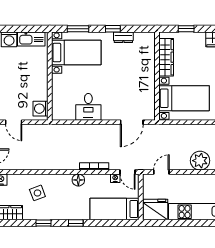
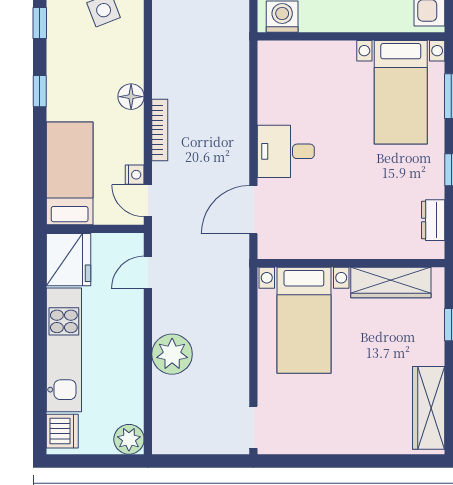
dresser: (123, 37) -> (433, 220), moved
desk: (88, 107) -> (286, 151), moved
door: (132, 122) -> (253, 210), hinge flipped
door: (128, 172) -> (148, 201), hinge flipped
door: (161, 172) -> (148, 272), swing flipped

